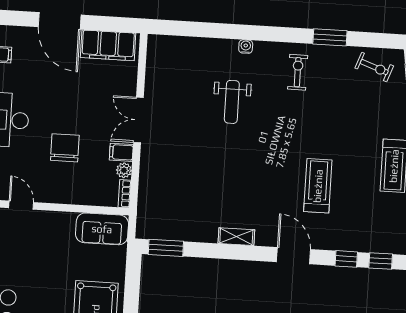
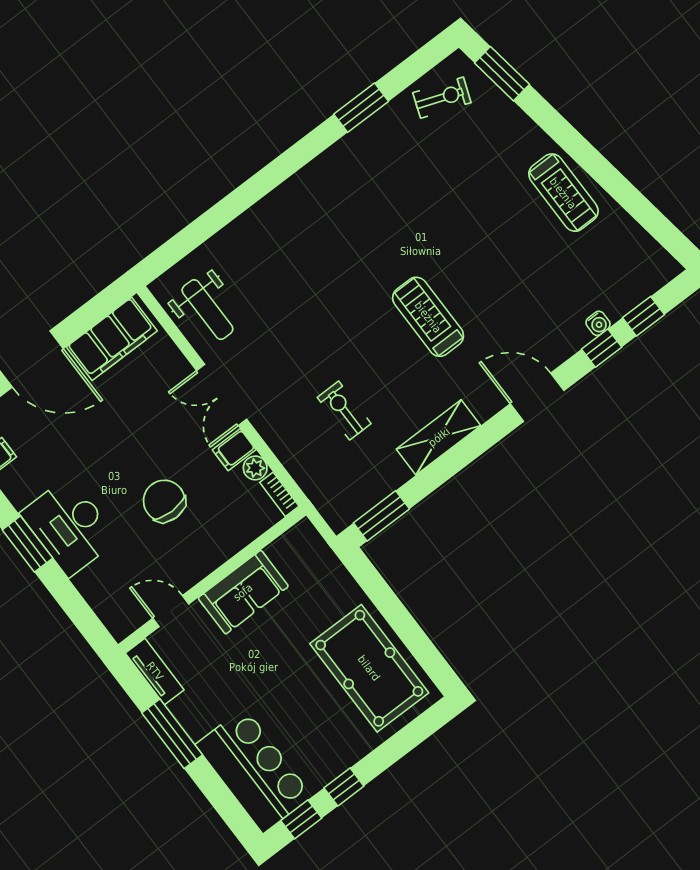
water cooler: (246, 47) -> (598, 323), moved, turned 180
exercise bike: (298, 72) -> (344, 410), moved
weight bench: (232, 102) -> (207, 310), moved
treadmill: (318, 186) -> (428, 317), moved
sofa: (102, 229) -> (243, 592), moved
shelving: (236, 237) -> (439, 437), width x1.50, depth x1.33

